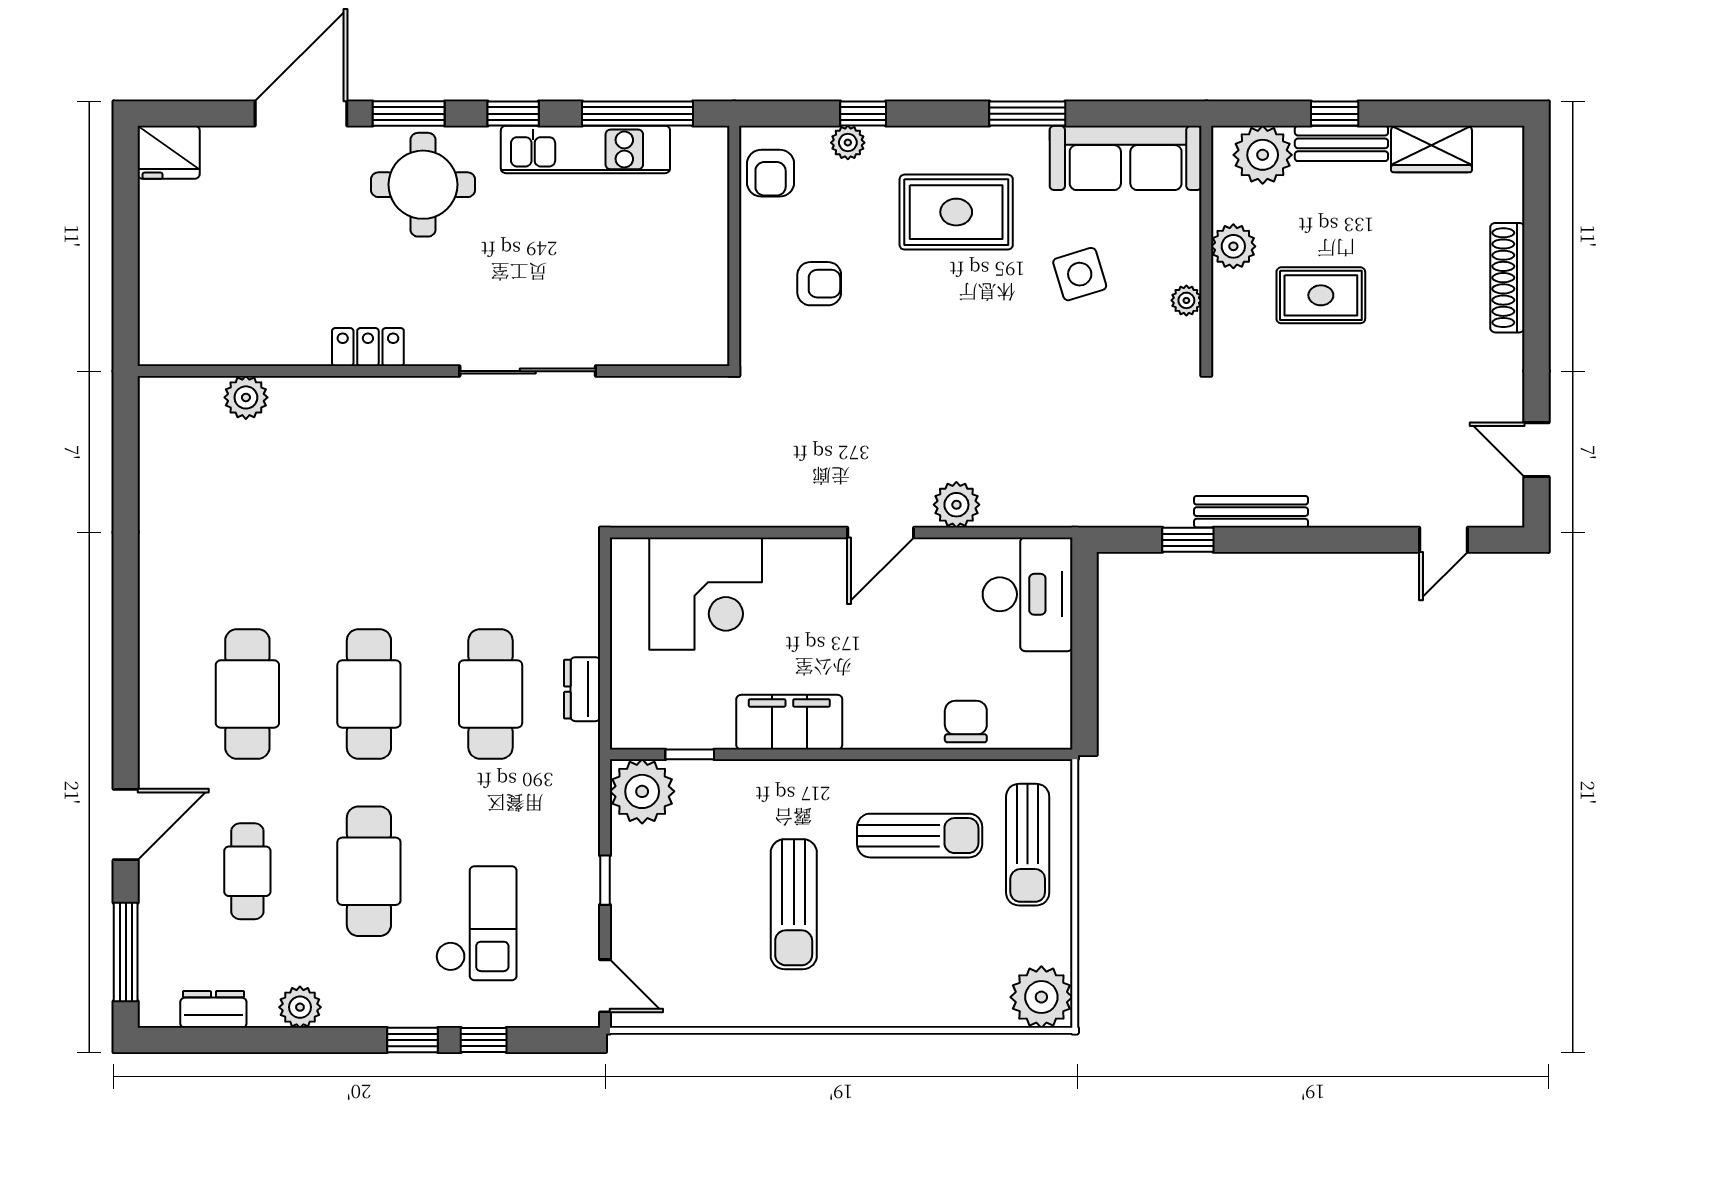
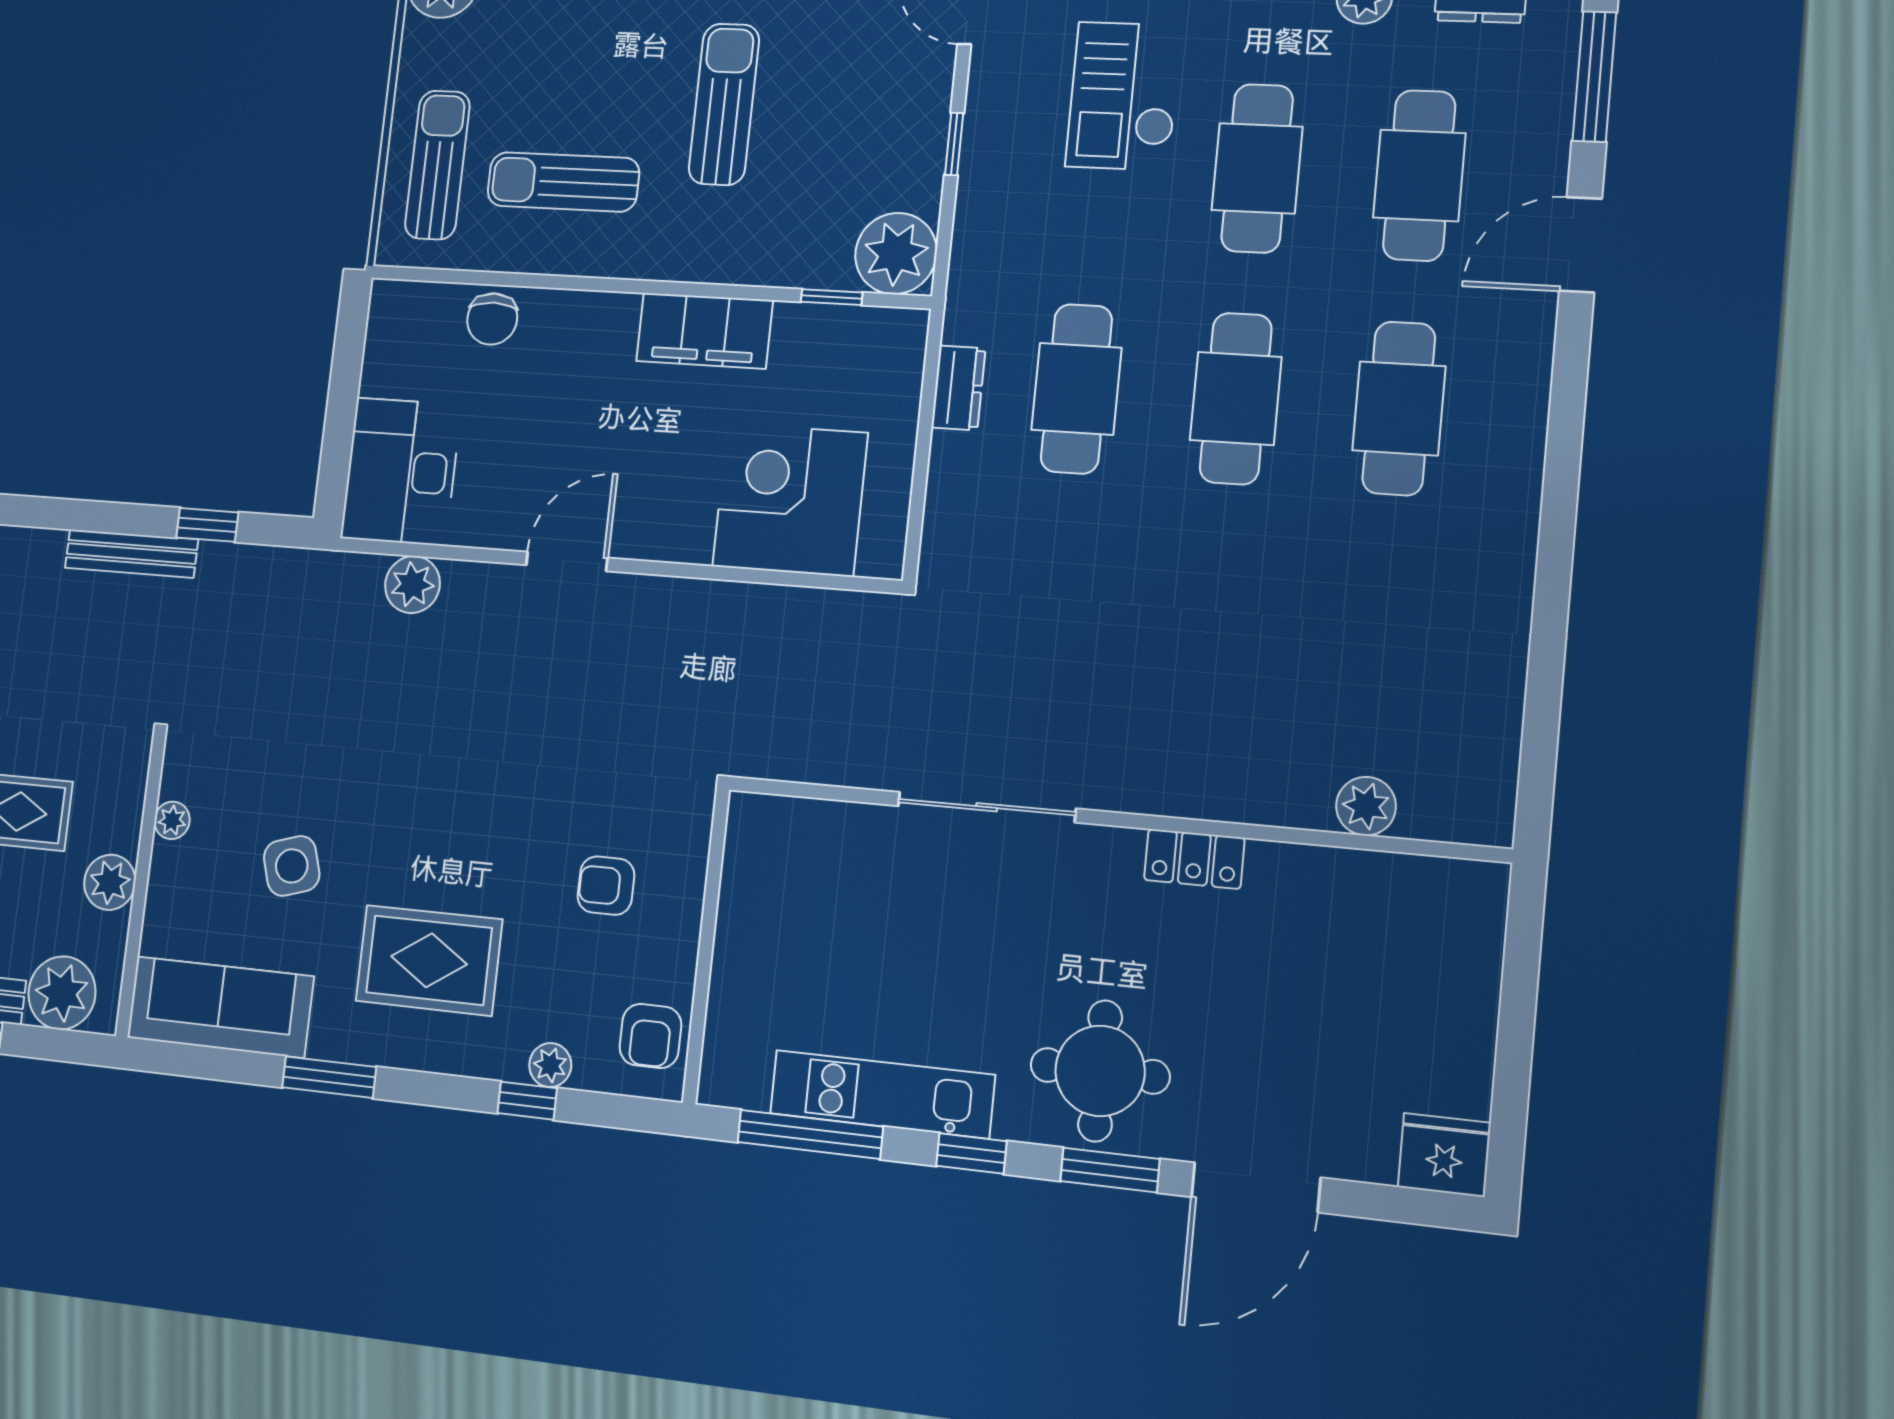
armchair: (771, 173) -> (650, 1036), turned 180
plant: (956, 505) -> (412, 584), moved
cafe table: (247, 871) -> (1419, 175), width x1.37, depth x1.35

